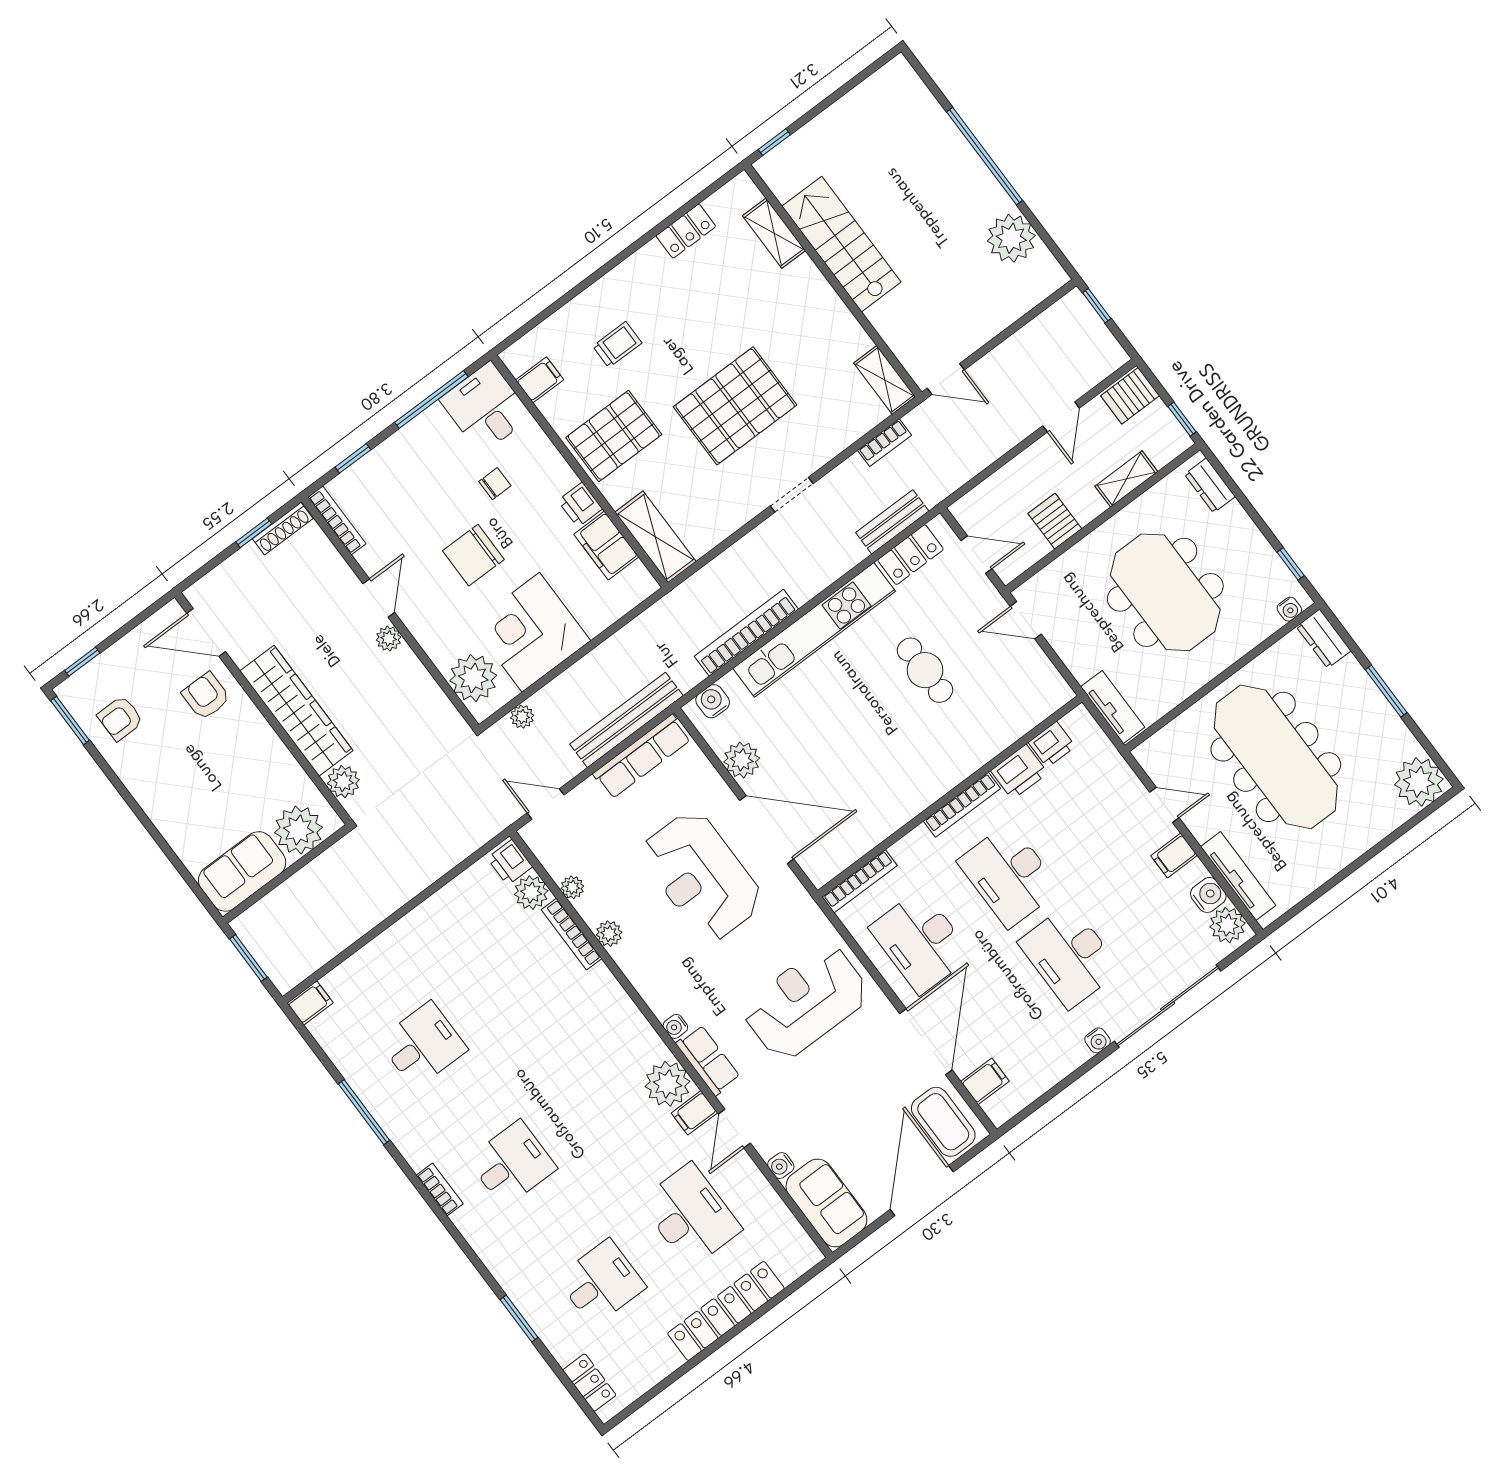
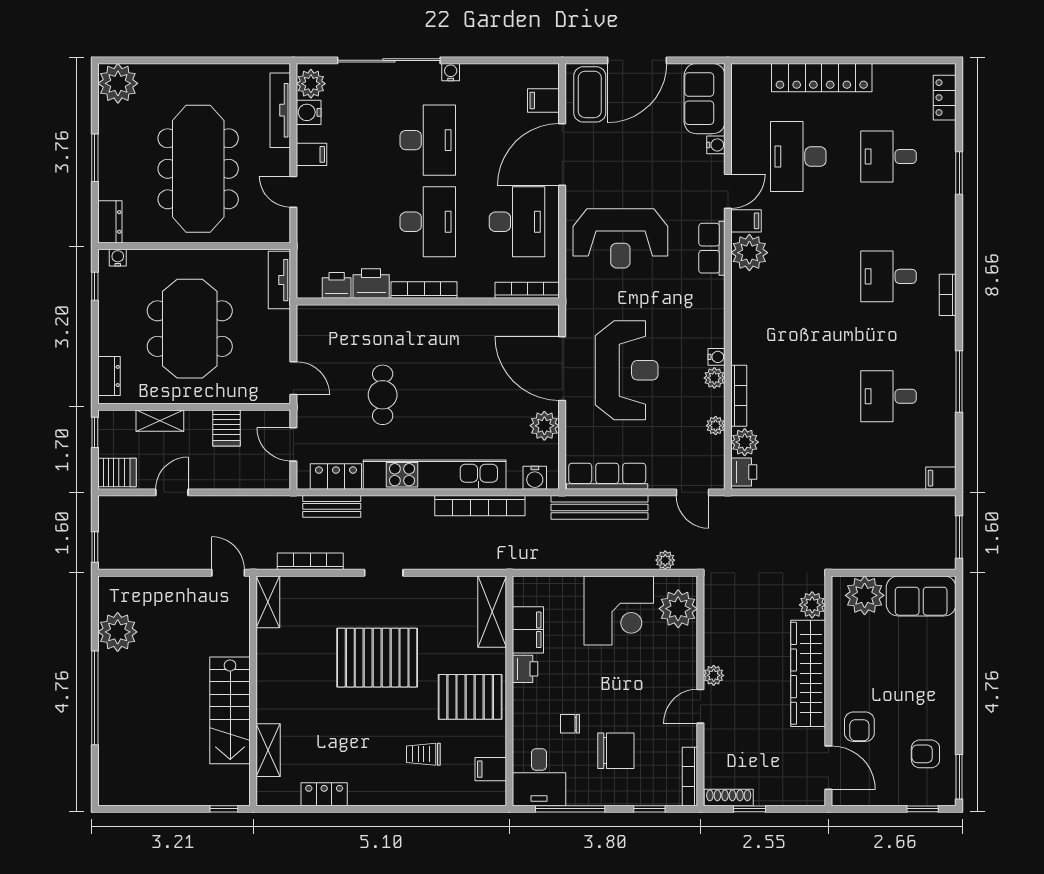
bookcase: (885, 443) -> (310, 561), width x1.56
chair: (473, 555) -> (616, 751), moved
armchair: (120, 718) -> (925, 754), turned 180
water cooler: (675, 1026) -> (716, 357), moved

